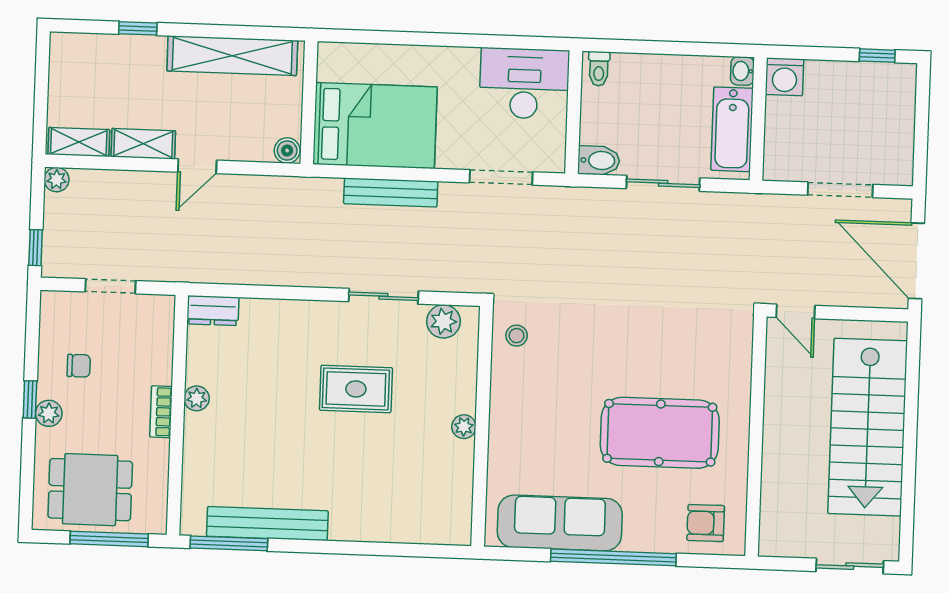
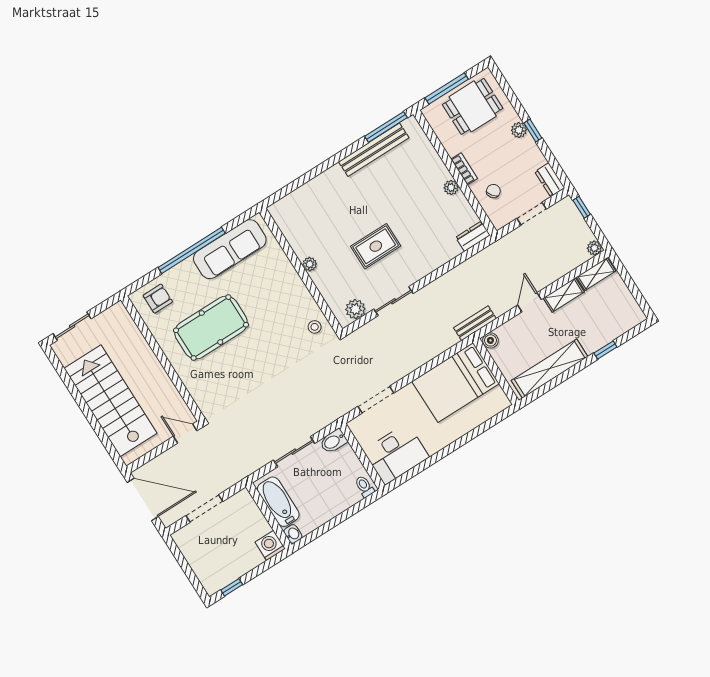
bench: (391, 192) -> (475, 323), moved, width x0.73
dresser: (53, 316) -> (550, 180), added
chair: (79, 366) -> (493, 191), moved, turned 144

